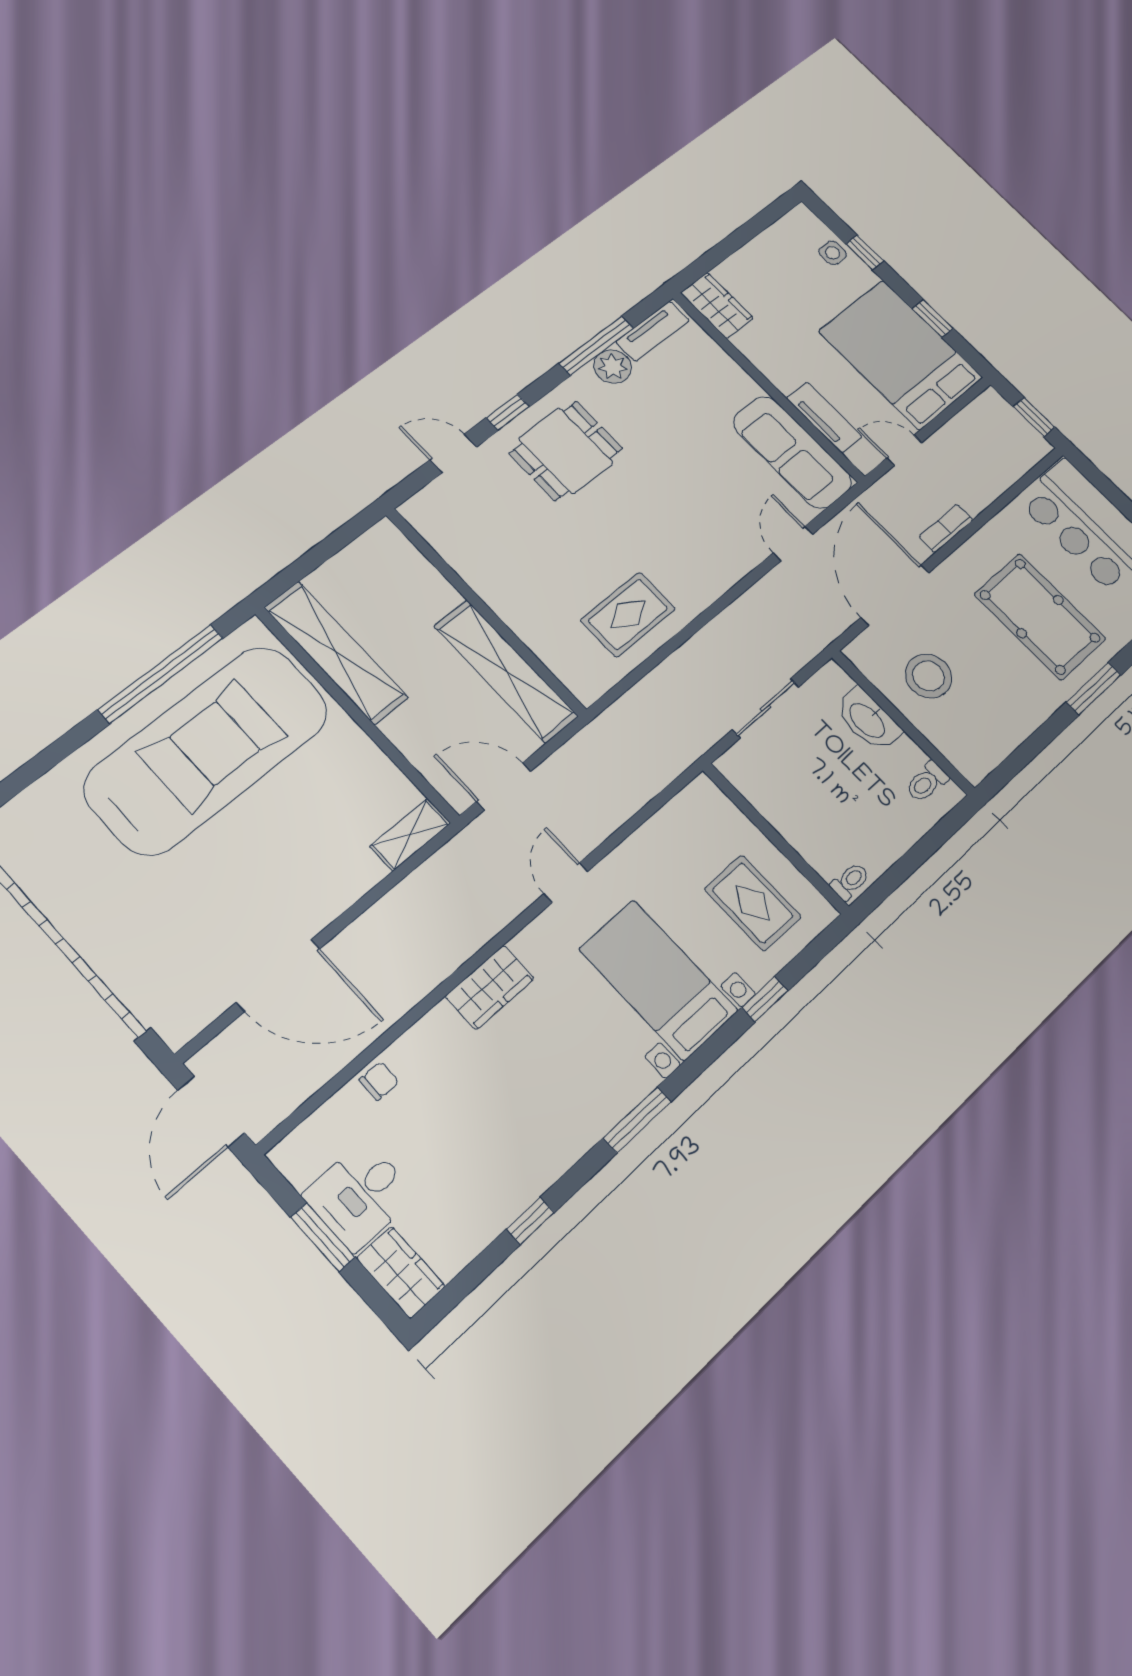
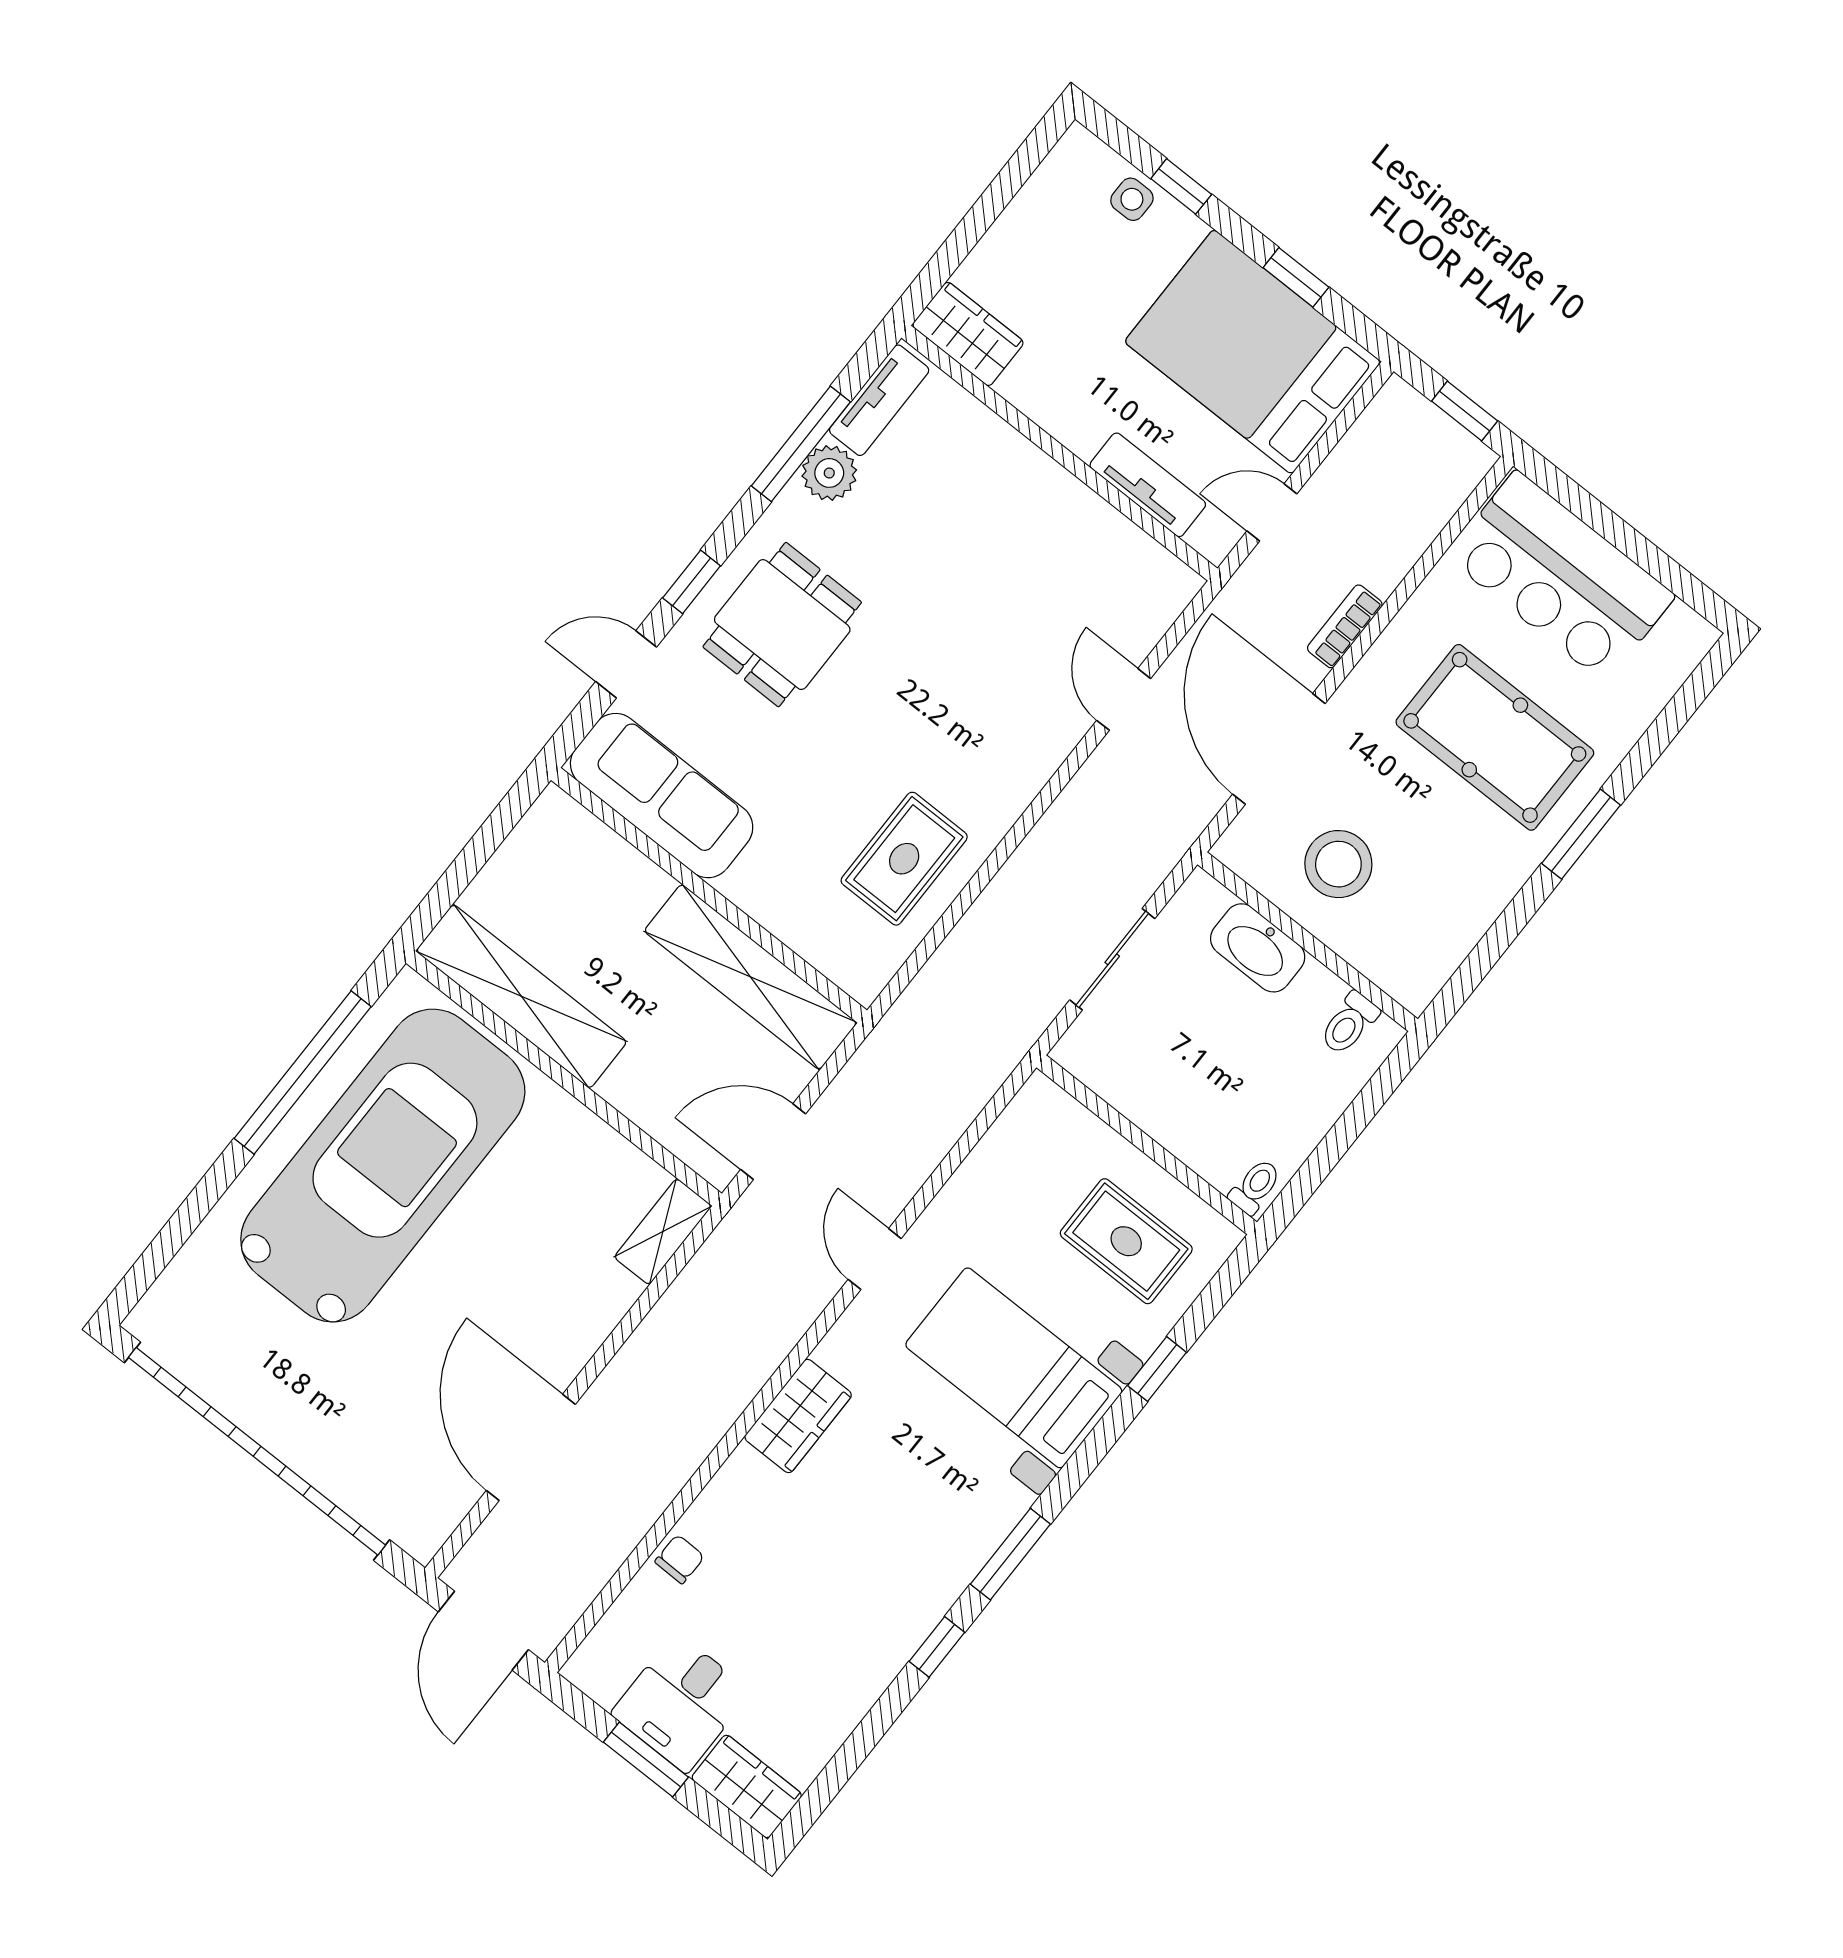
sofa: (792, 452) -> (662, 796), moved, turned 180
door: (278, 975) -> (531, 1447), swing flipped
window: (530, 1221) -> (937, 1647), moved

